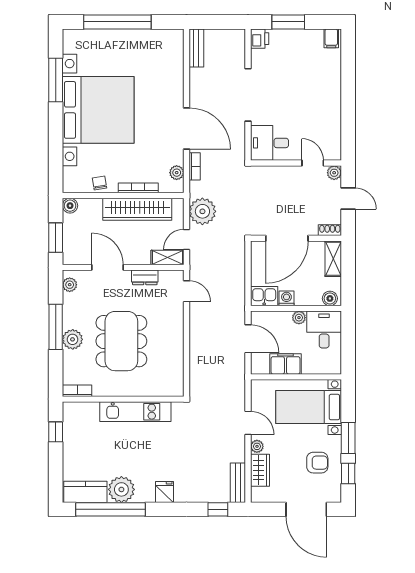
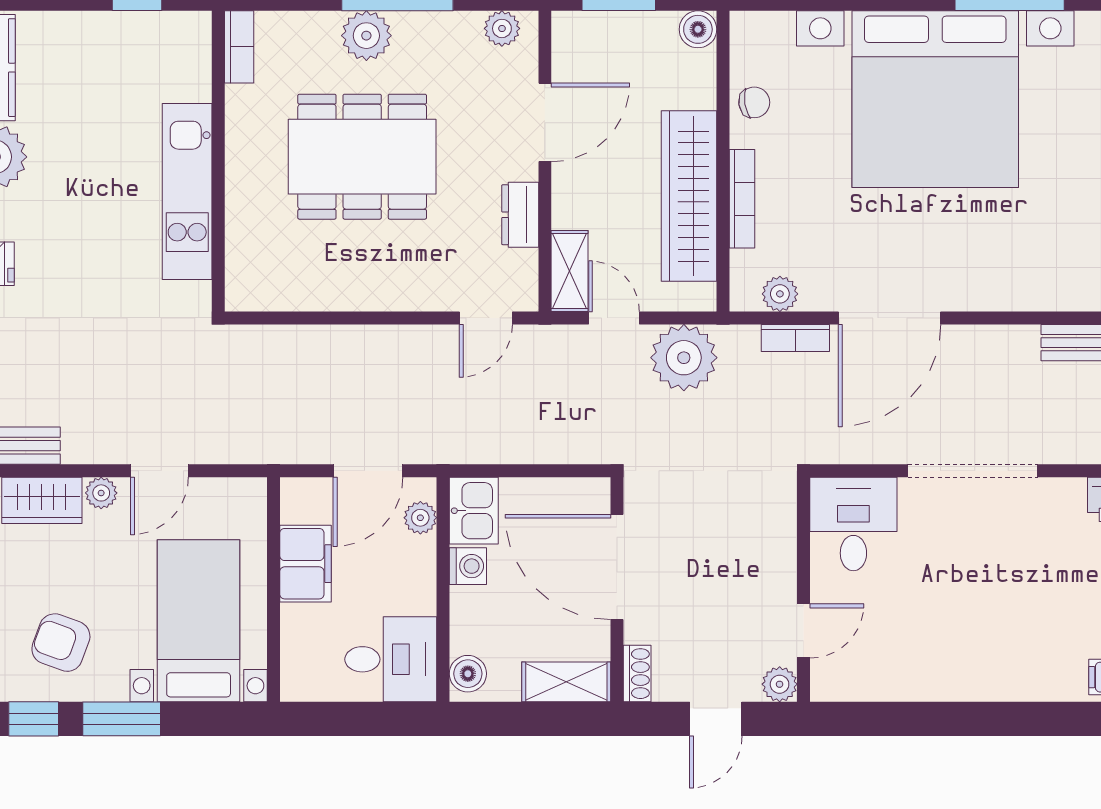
plant: (299, 318) -> (420, 518), moved
armchair: (317, 463) -> (61, 643), turned 110

